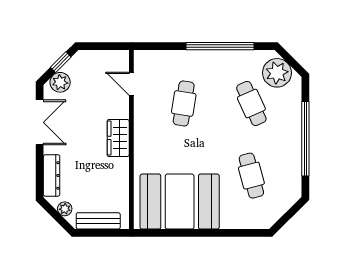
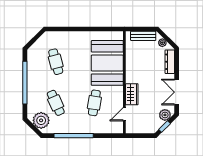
door: (131, 84) -> (124, 114), swing flipped
wardrobe: (118, 138) -> (132, 94), moved
booth: (180, 202) -> (107, 63), moved, turned 90

